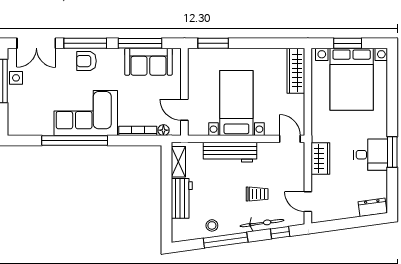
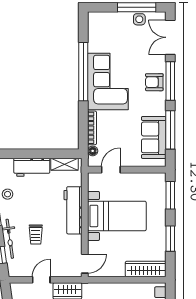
window: (262, 43) -> (170, 239), added
armchair: (86, 61) -> (154, 82), turned -90
door: (308, 202) -> (41, 280), moved

